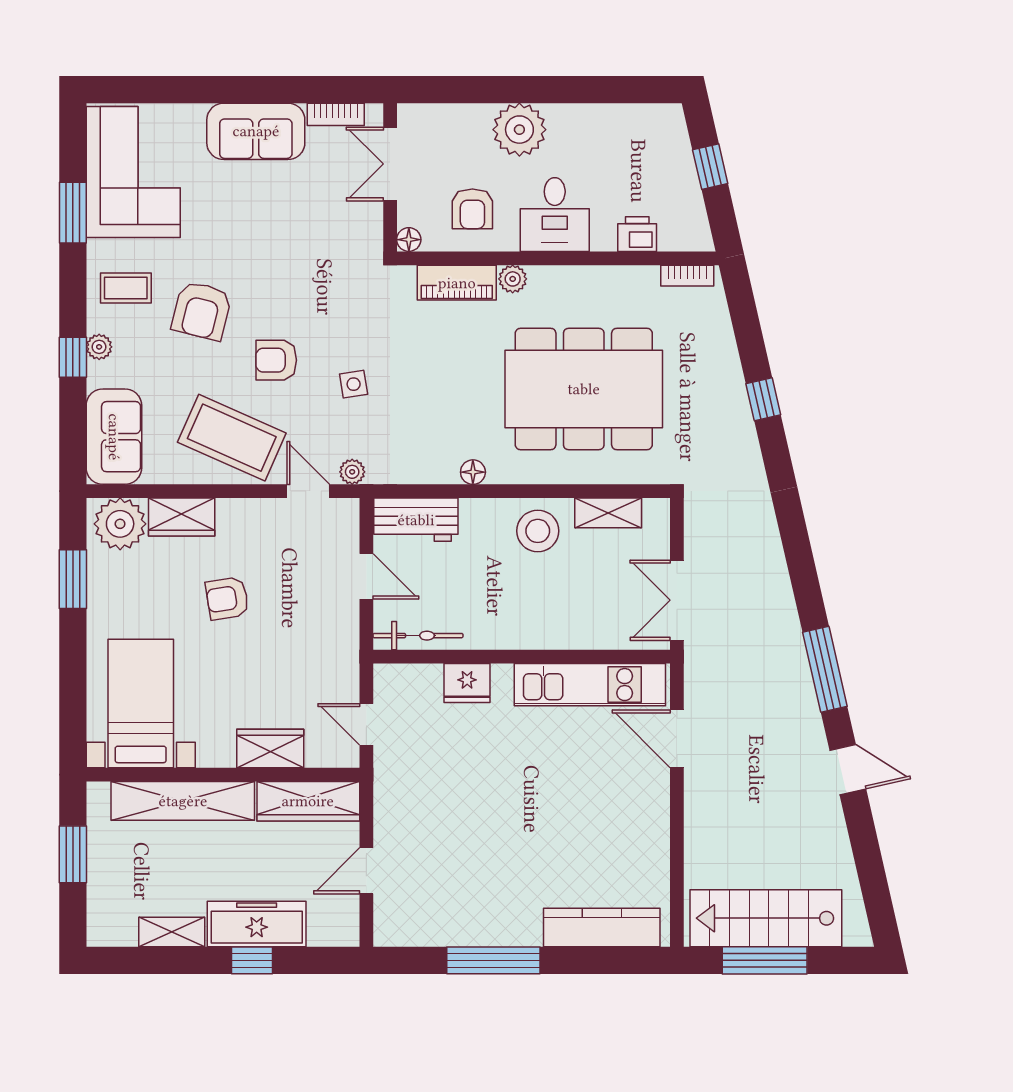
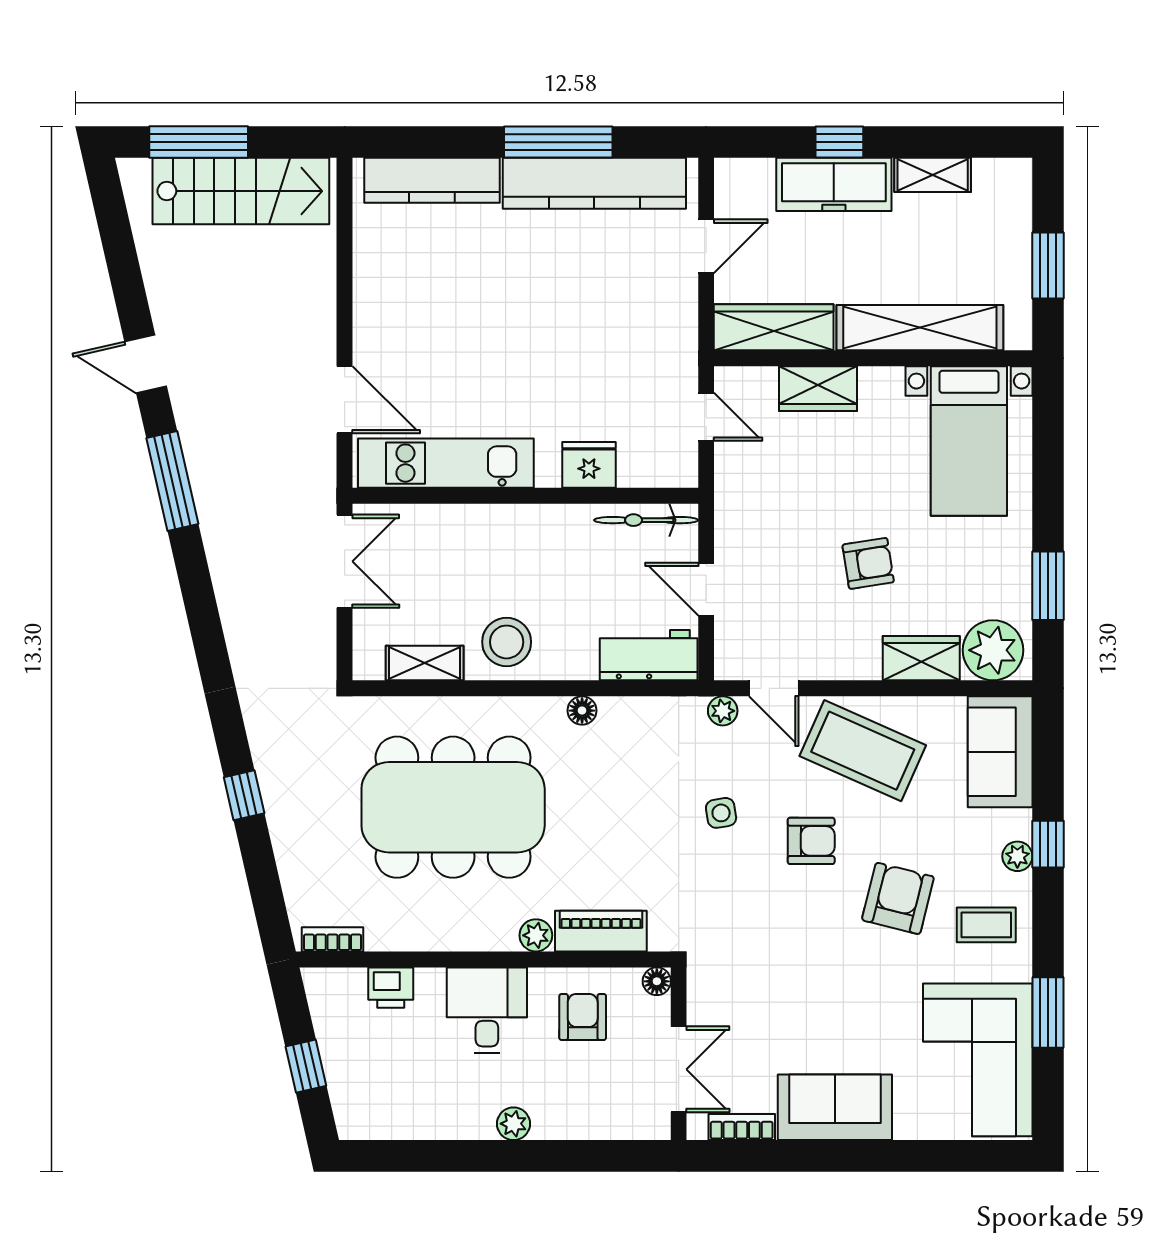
plant: (519, 130) -> (514, 1124), width x0.53, depth x0.53
kitchen counter: (462, 925) -> (594, 183), added
window: (765, 960) -> (199, 142), moved

